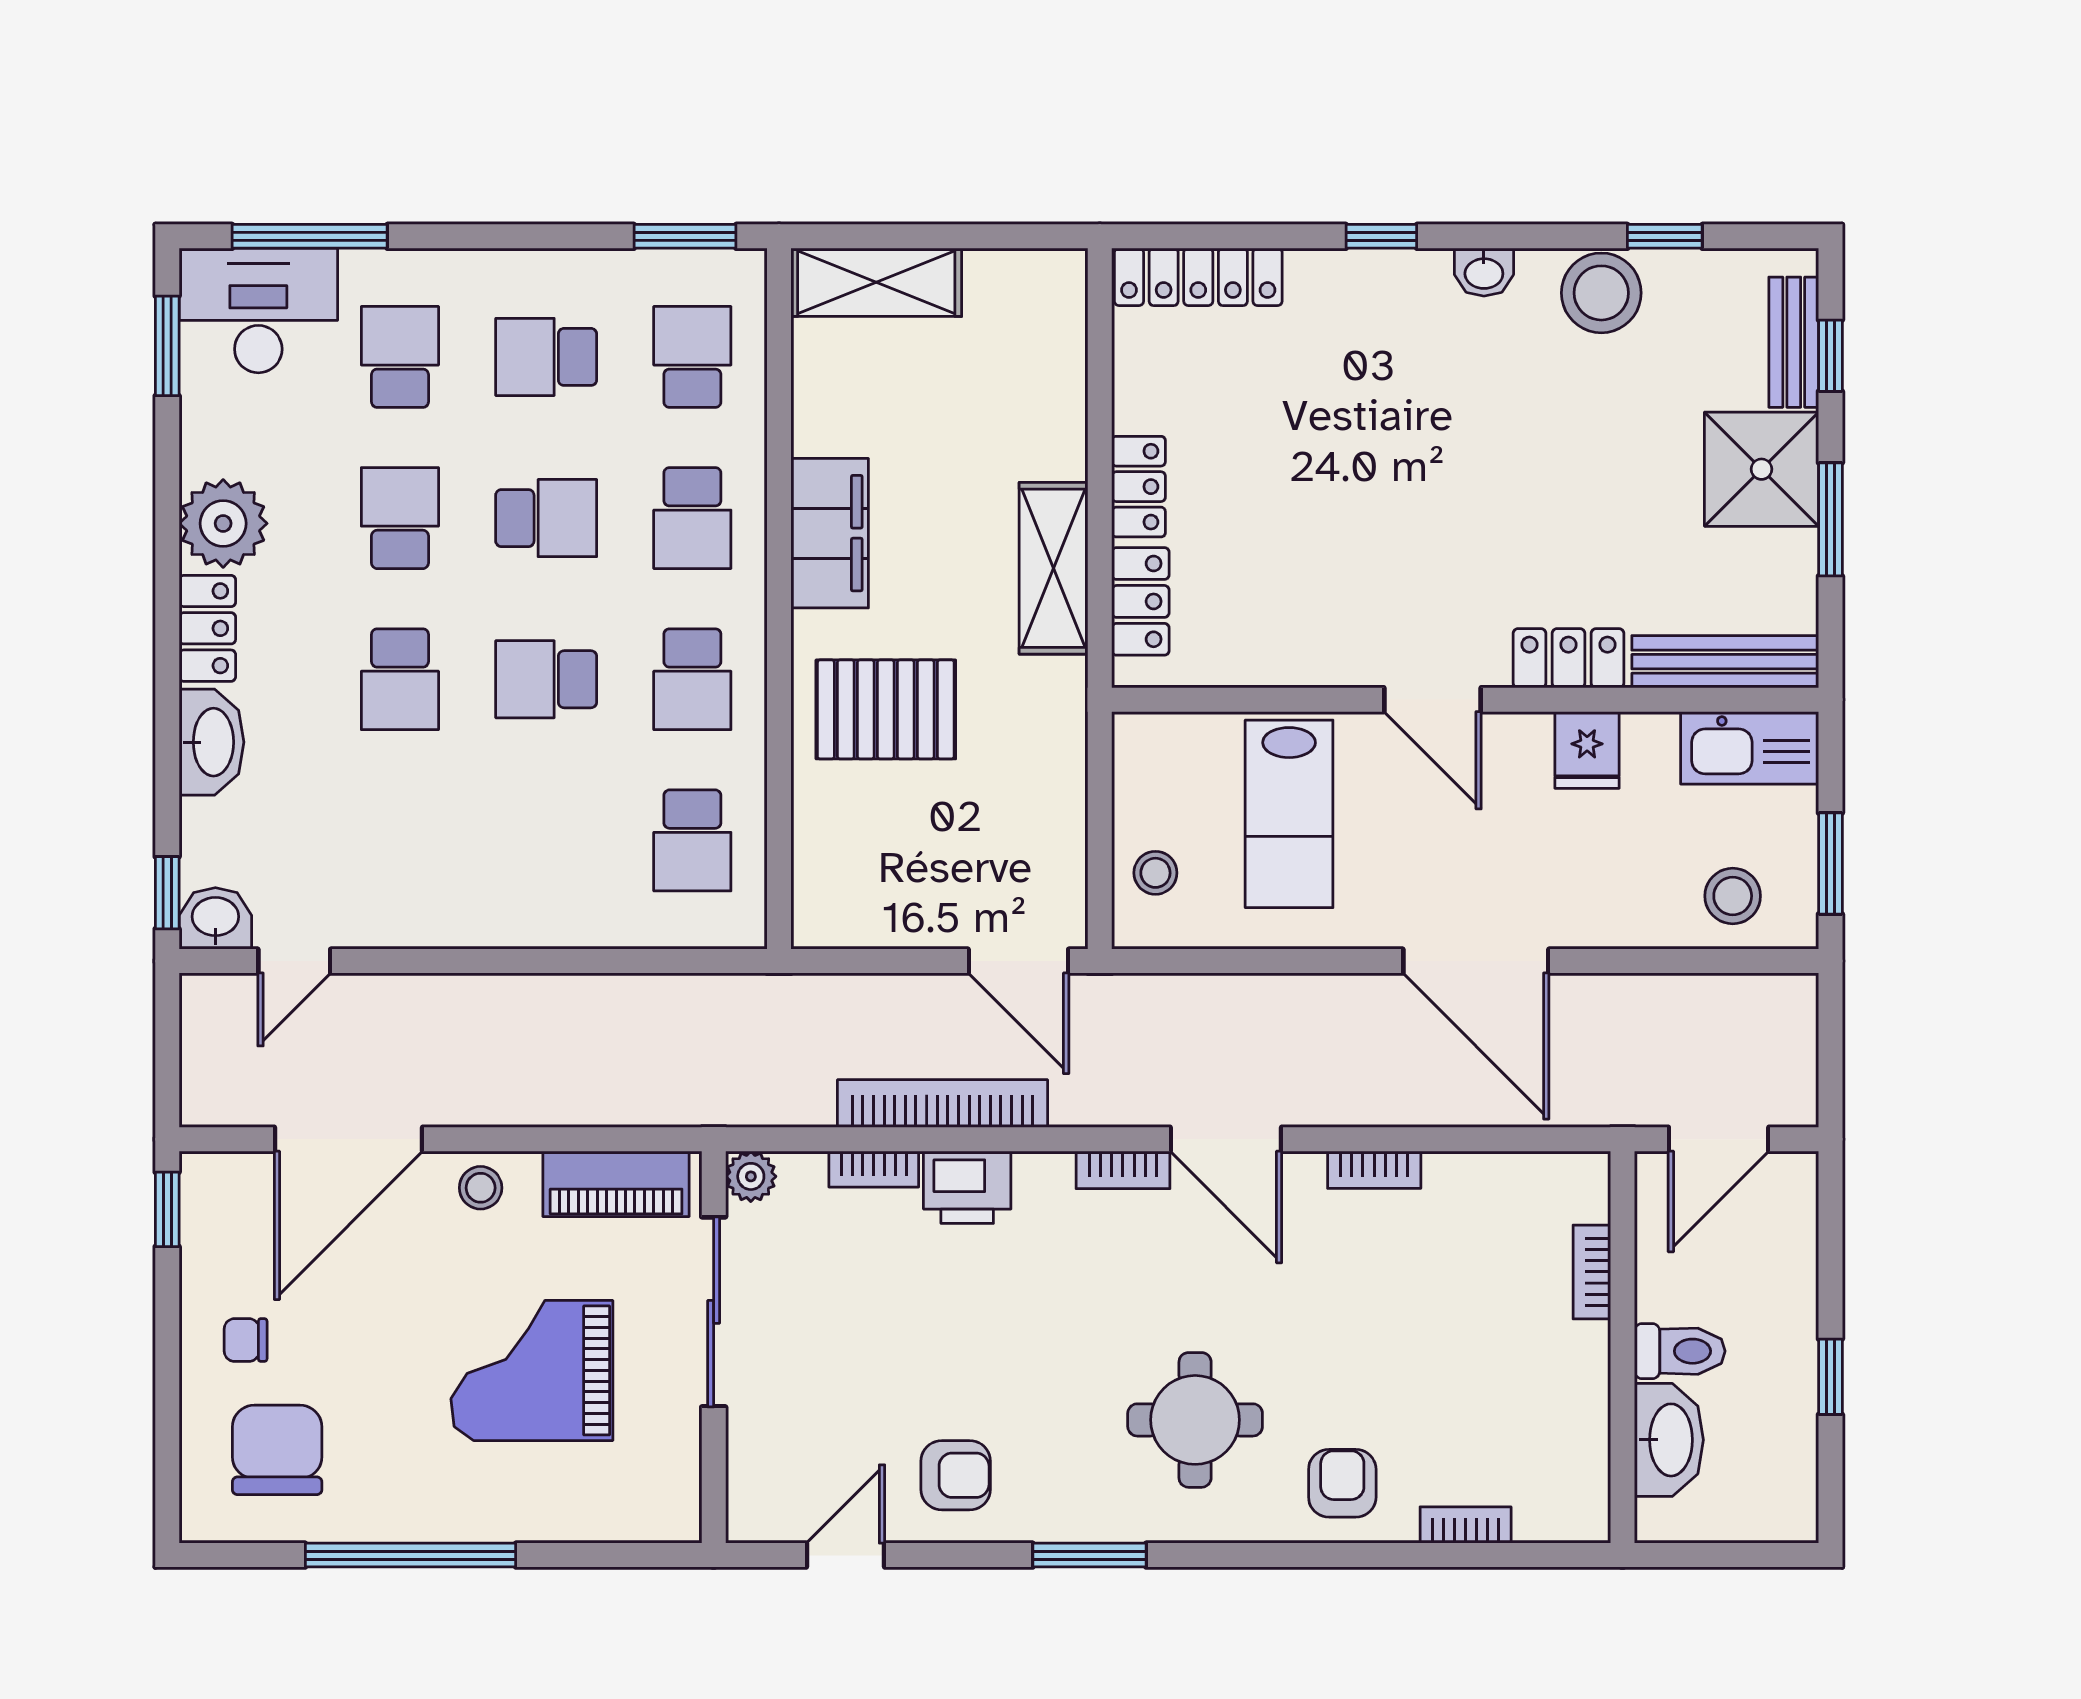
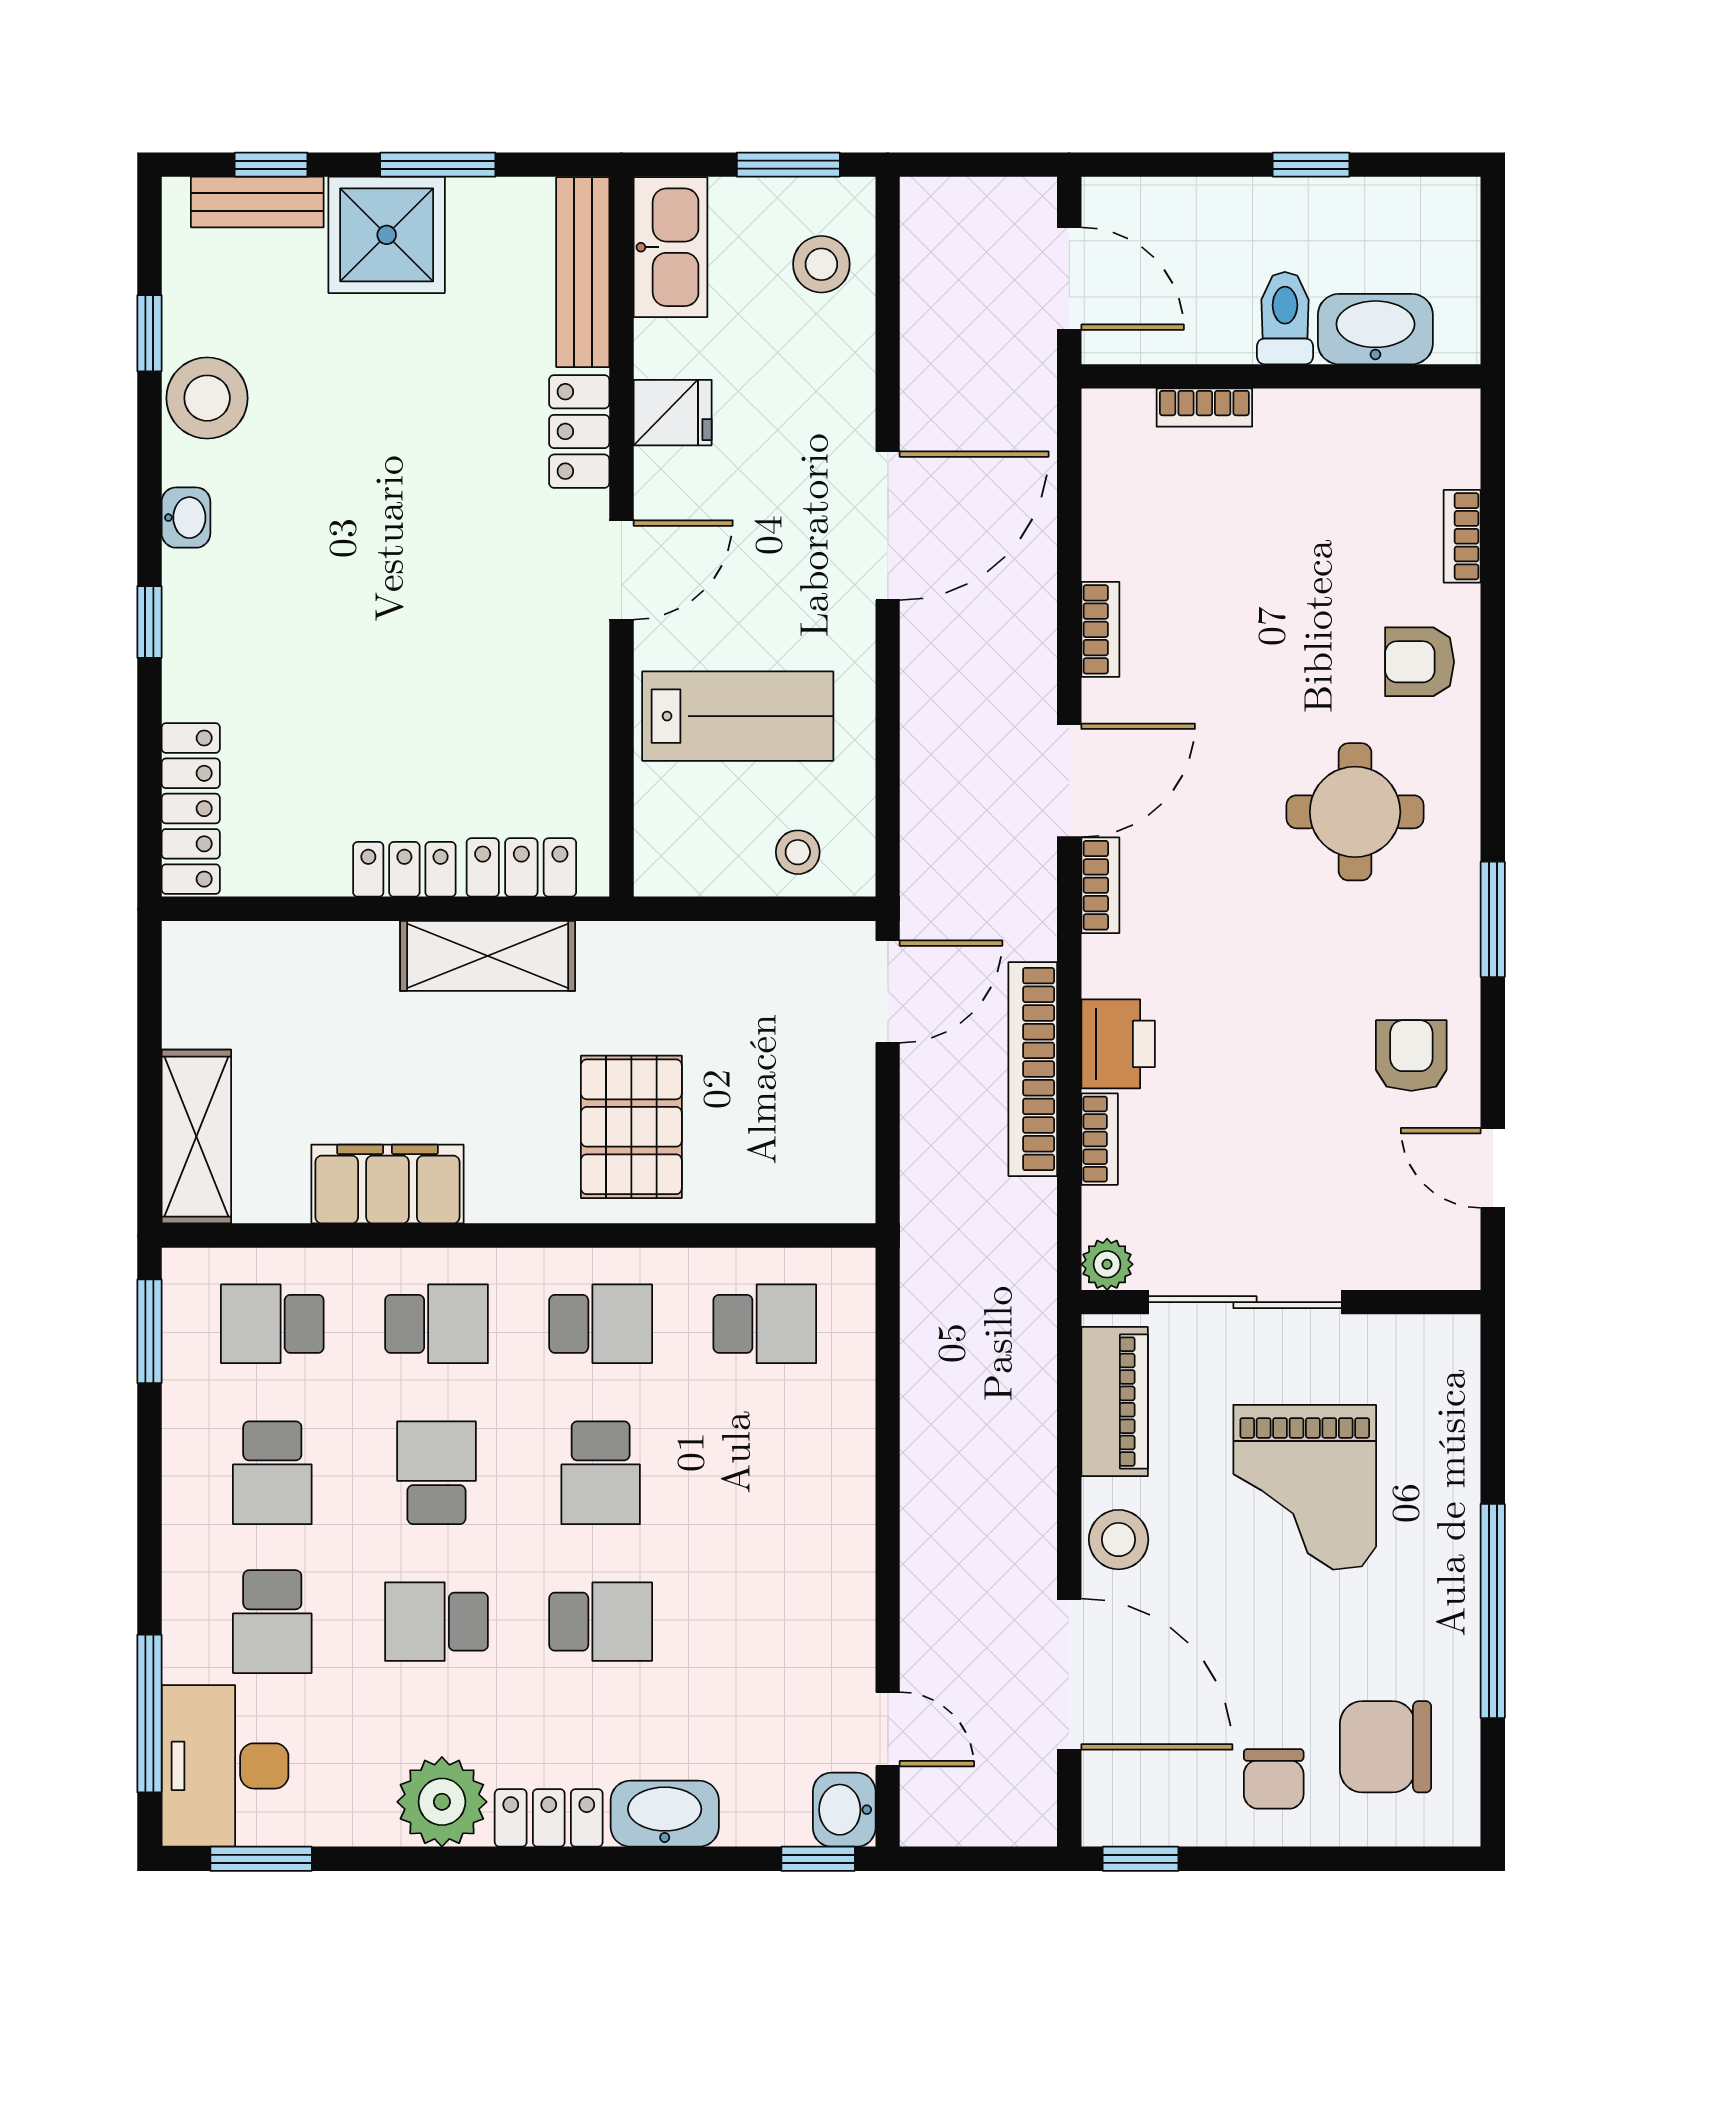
school desk: (400, 357) -> (272, 1622), turned -90
filing cabinet: (830, 533) -> (387, 1184), moved
stool: (481, 1188) -> (1119, 1540), width x1.37, depth x1.37
chair: (246, 1340) -> (1274, 1779), width x1.37, depth x1.37

